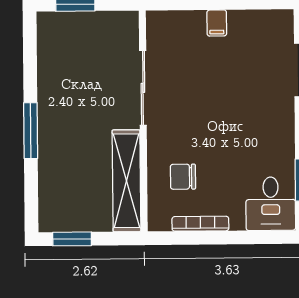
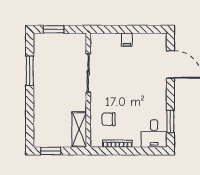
window: (31, 131) -> (30, 71), moved
shelving: (126, 181) -> (79, 129), width x0.68

